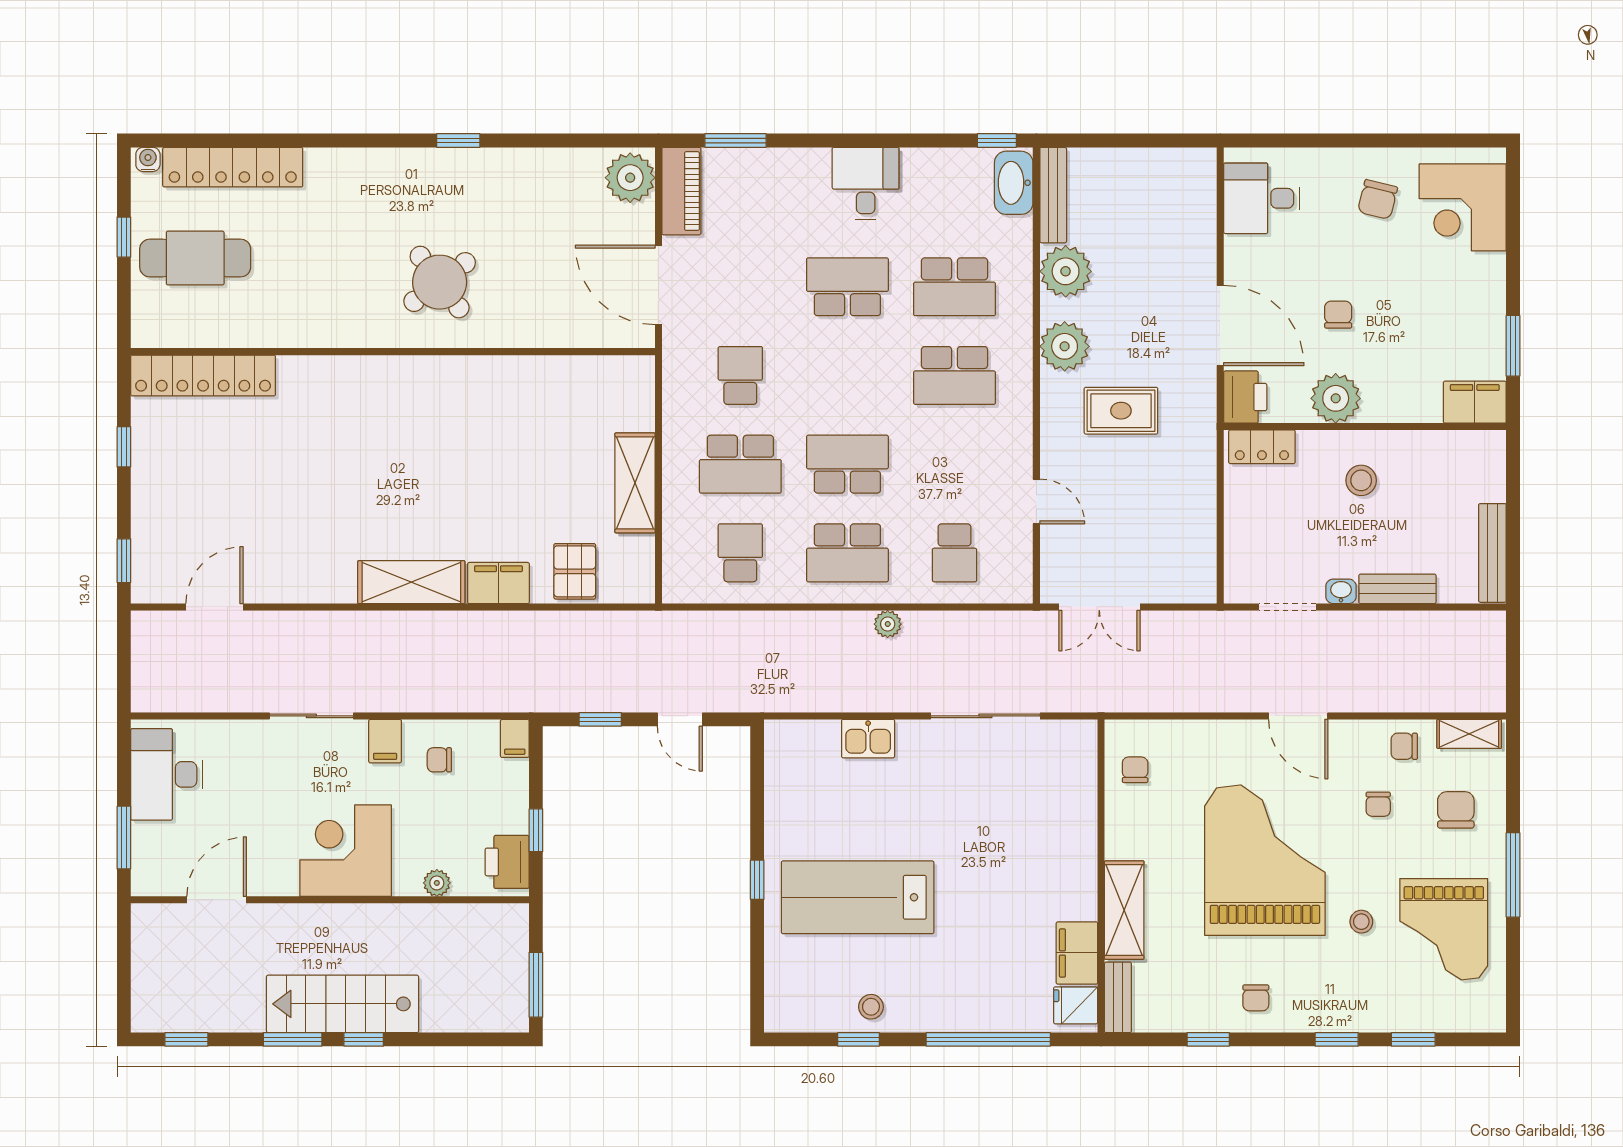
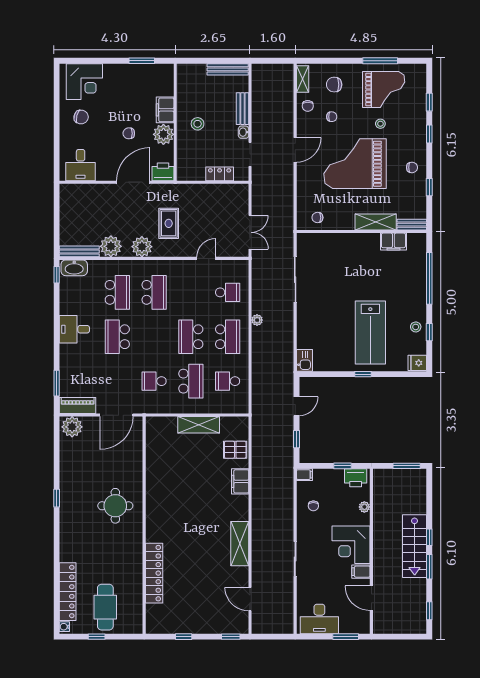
round table: (440, 282) -> (115, 506), turned 37
locker: (203, 375) -> (154, 573), moved
filing cabinet: (1475, 402) -> (165, 110), moved
locker: (1262, 447) -> (220, 174), moved, turned -90
shelving: (411, 582) -> (240, 544), moved
kitchen sink: (868, 739) -> (305, 360), moved
filing cabinet: (385, 741) -> (361, 572), moved, turned 180
window: (1513, 875) -> (380, 61), moved
fridge: (1076, 1005) -> (417, 363), moved, turned 90

